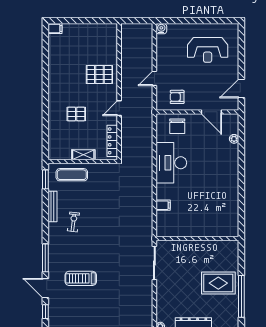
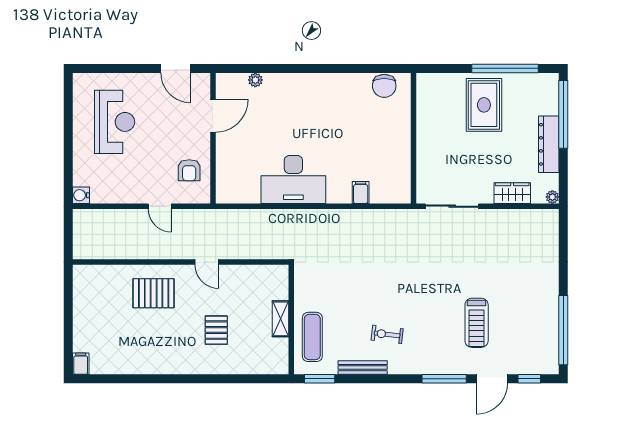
pallet: (99, 75) -> (154, 293), turned 90
chair: (177, 126) -> (384, 86), moved, turned 90
locker: (112, 141) -> (259, 273), removed
wardrobe: (163, 301) -> (512, 193), added

